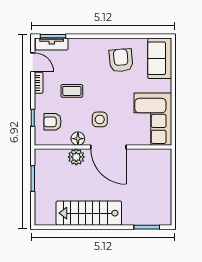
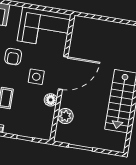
armchair: (52, 122) -> (13, 57), moved
plant: (76, 157) -> (65, 116), moved

